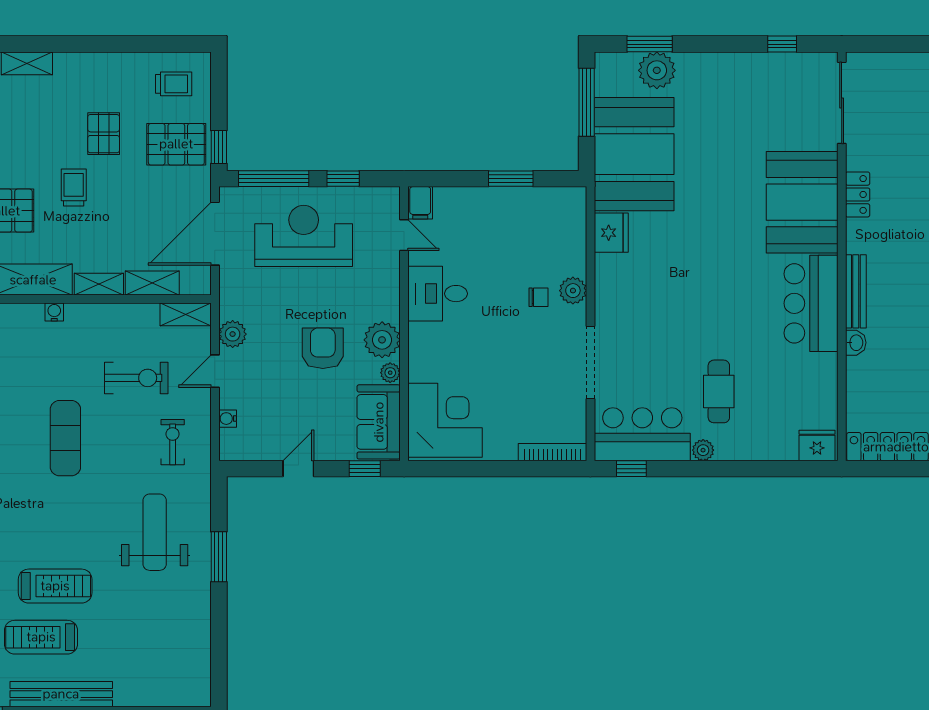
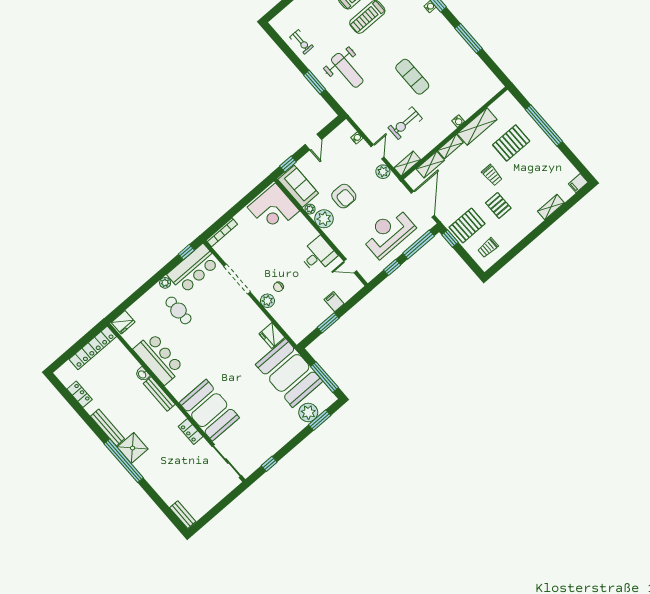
filing cabinet: (420, 203) -> (334, 302), moved
reception desk: (304, 236) -> (388, 233), turned 180
bar counter: (811, 303) -> (159, 359), moved
exercise bike: (173, 442) -> (301, 42), moved

